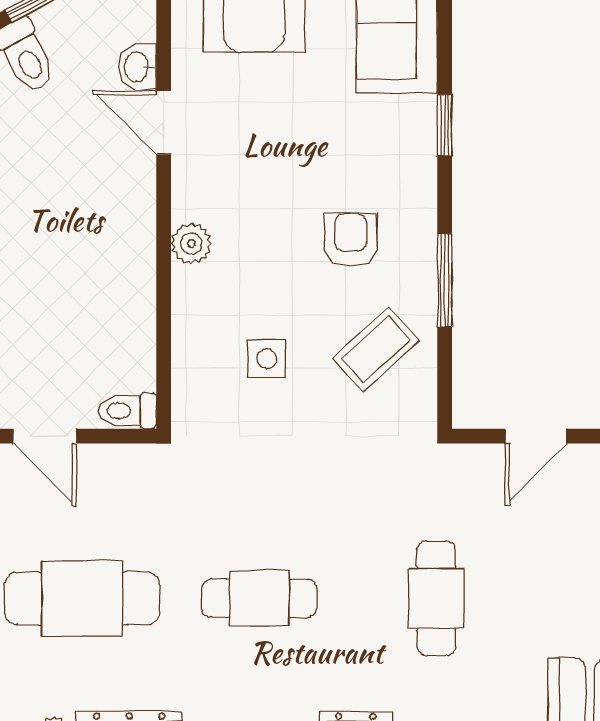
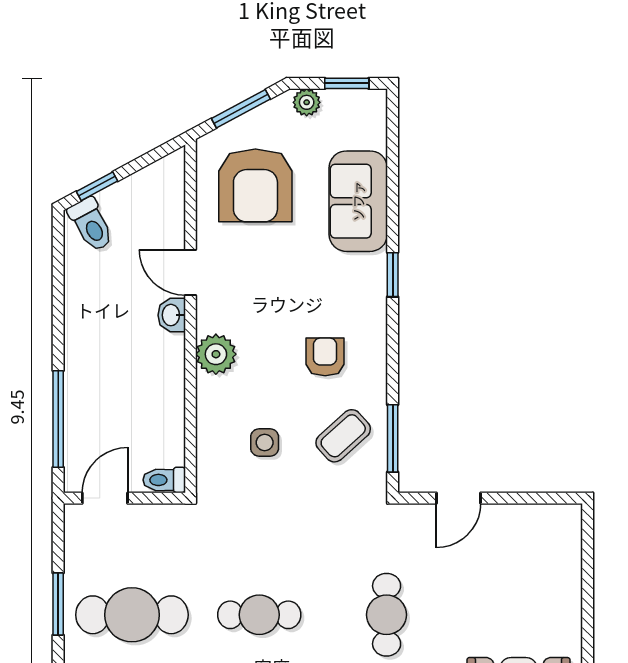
washbasin: (137, 67) -> (172, 315), moved
plant: (191, 244) -> (216, 354), width x1.38, depth x1.38
window: (445, 280) -> (393, 438), moved
door: (45, 436) -> (105, 498), swing flipped

